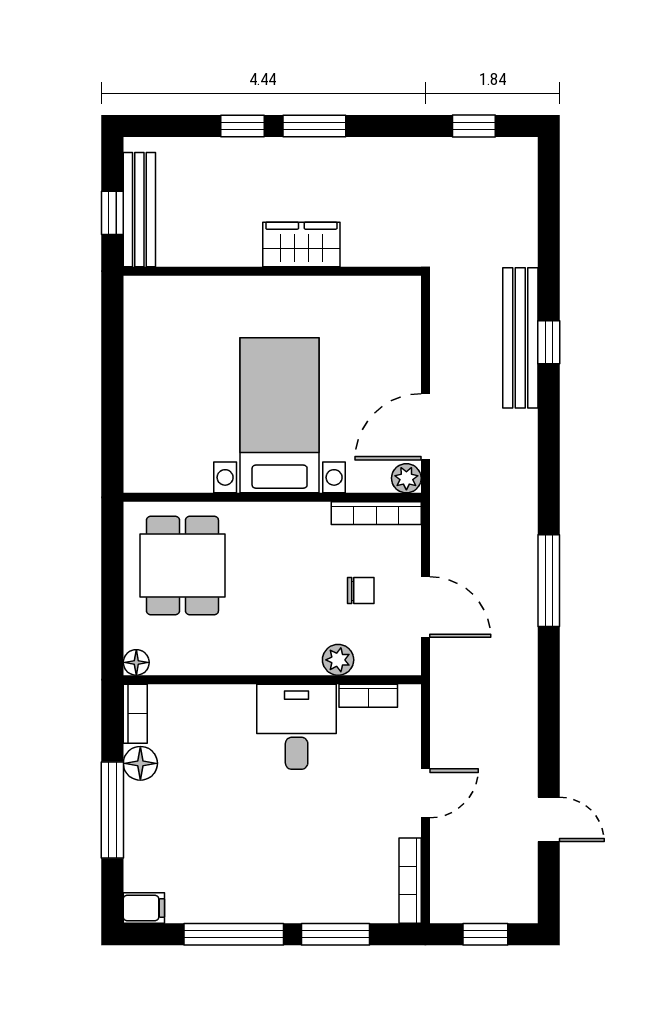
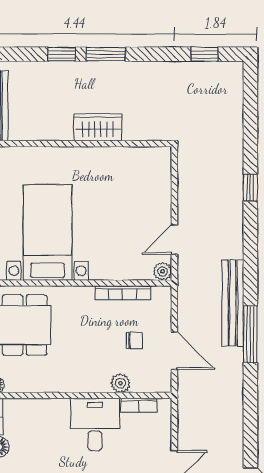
bench: (520, 338) -> (233, 303), moved
bed with nightstands: (280, 415) -> (48, 232), moved
door: (425, 427) -> (174, 240), width x0.73
bookcase: (376, 513) -> (123, 293), moved

